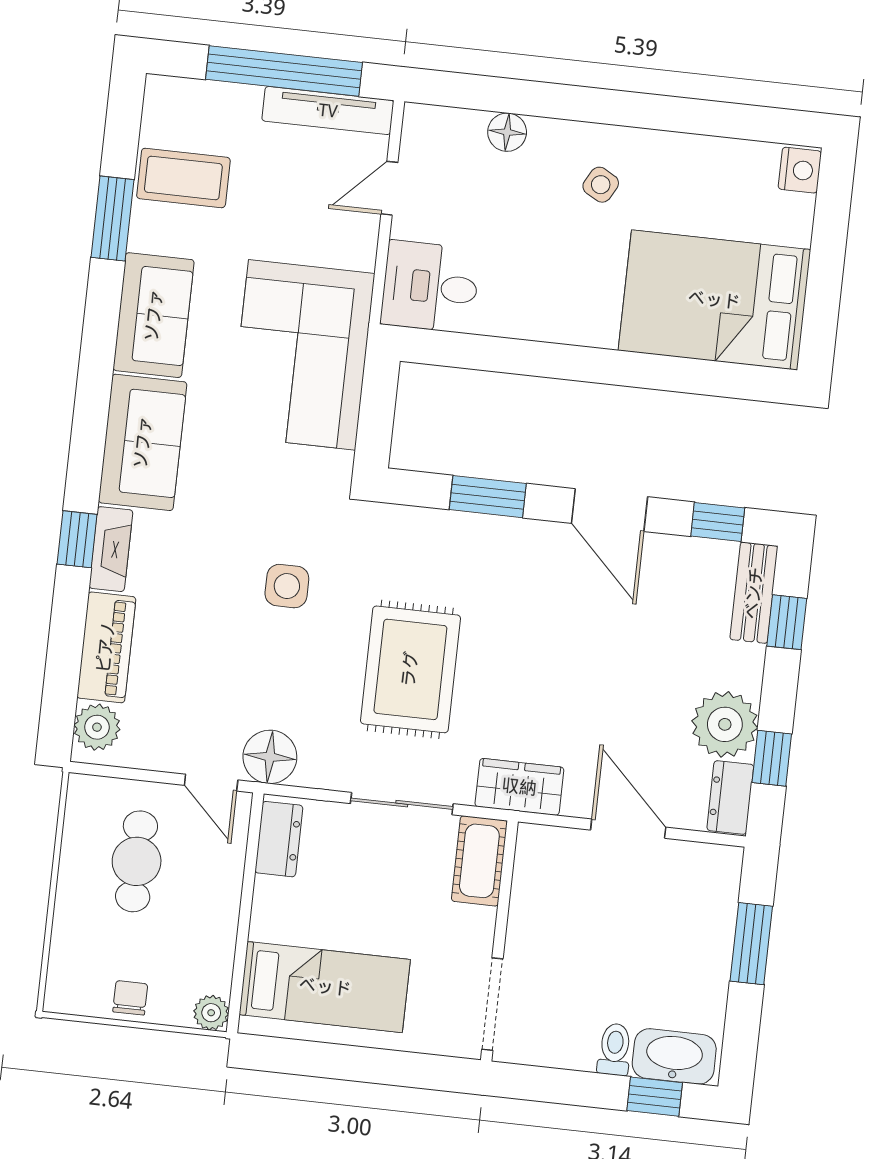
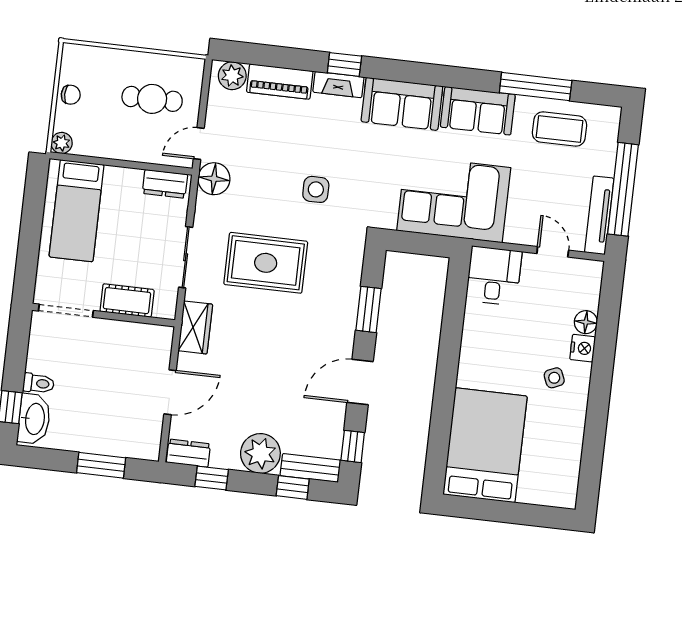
nightstand: (800, 170) -> (583, 348), moved, turned -90
coffee table: (183, 178) -> (559, 129), turned 90
side table: (601, 185) -> (554, 378), turned 38
window: (112, 218) -> (536, 87), width x1.44
plant: (725, 724) -> (260, 453), moved
cot: (479, 861) -> (127, 301), moved

